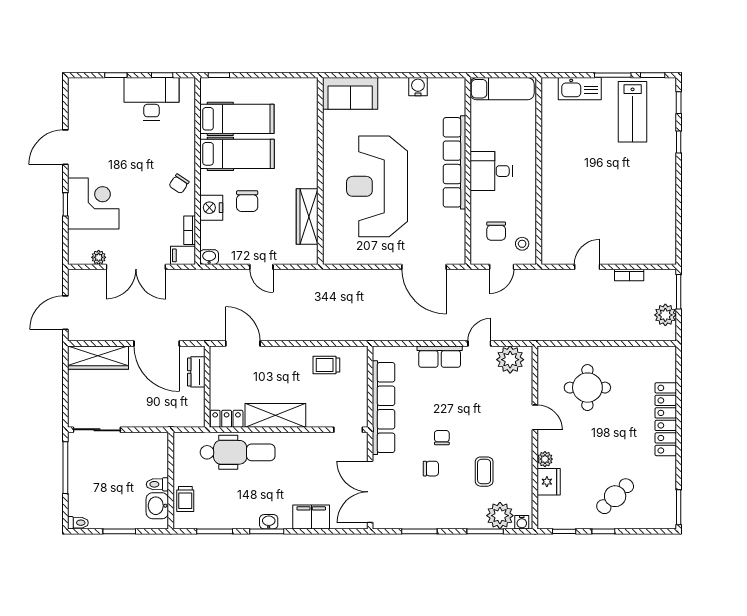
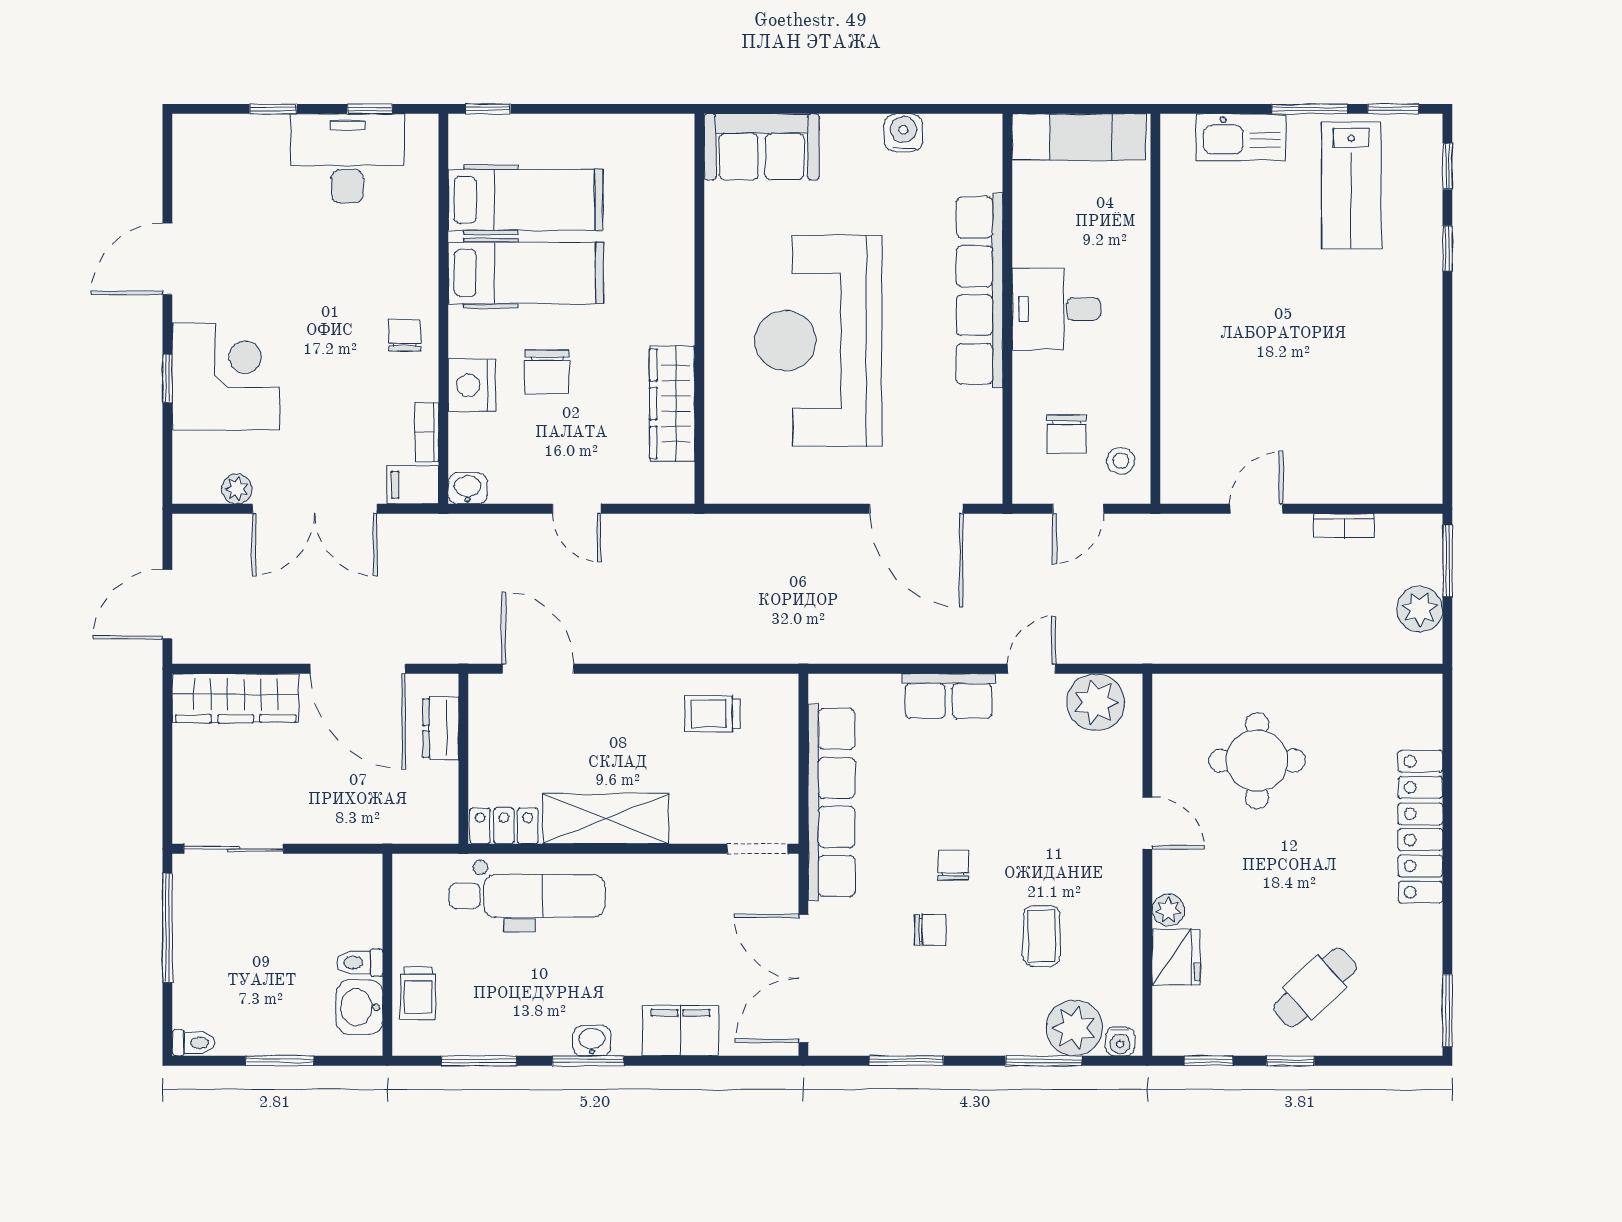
chair: (179, 184) -> (405, 335), turned 146

